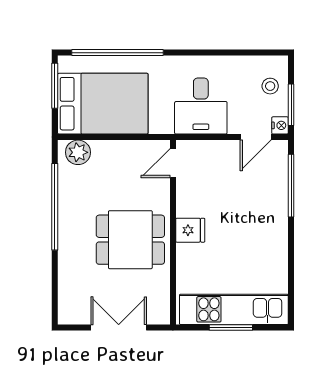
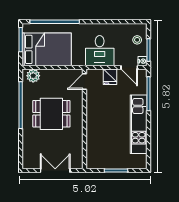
door: (256, 137) -> (129, 67), hinge flipped
fridge: (190, 230) -> (110, 77), moved, turned 90
dining table: (130, 240) -> (51, 114), moved
kitchen unit: (234, 309) -> (139, 124), moved, turned -90

